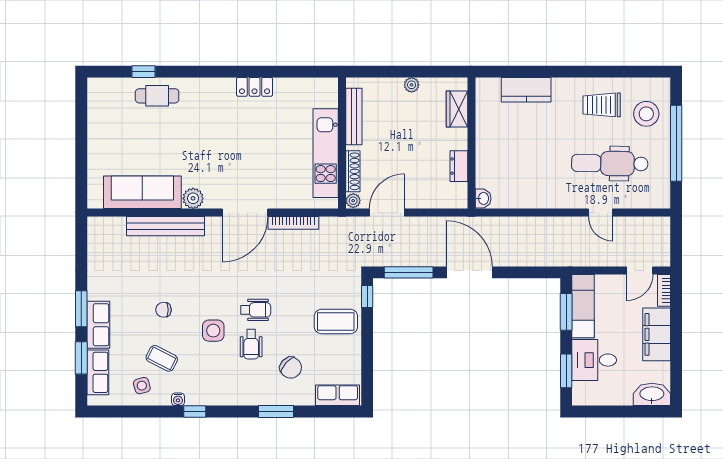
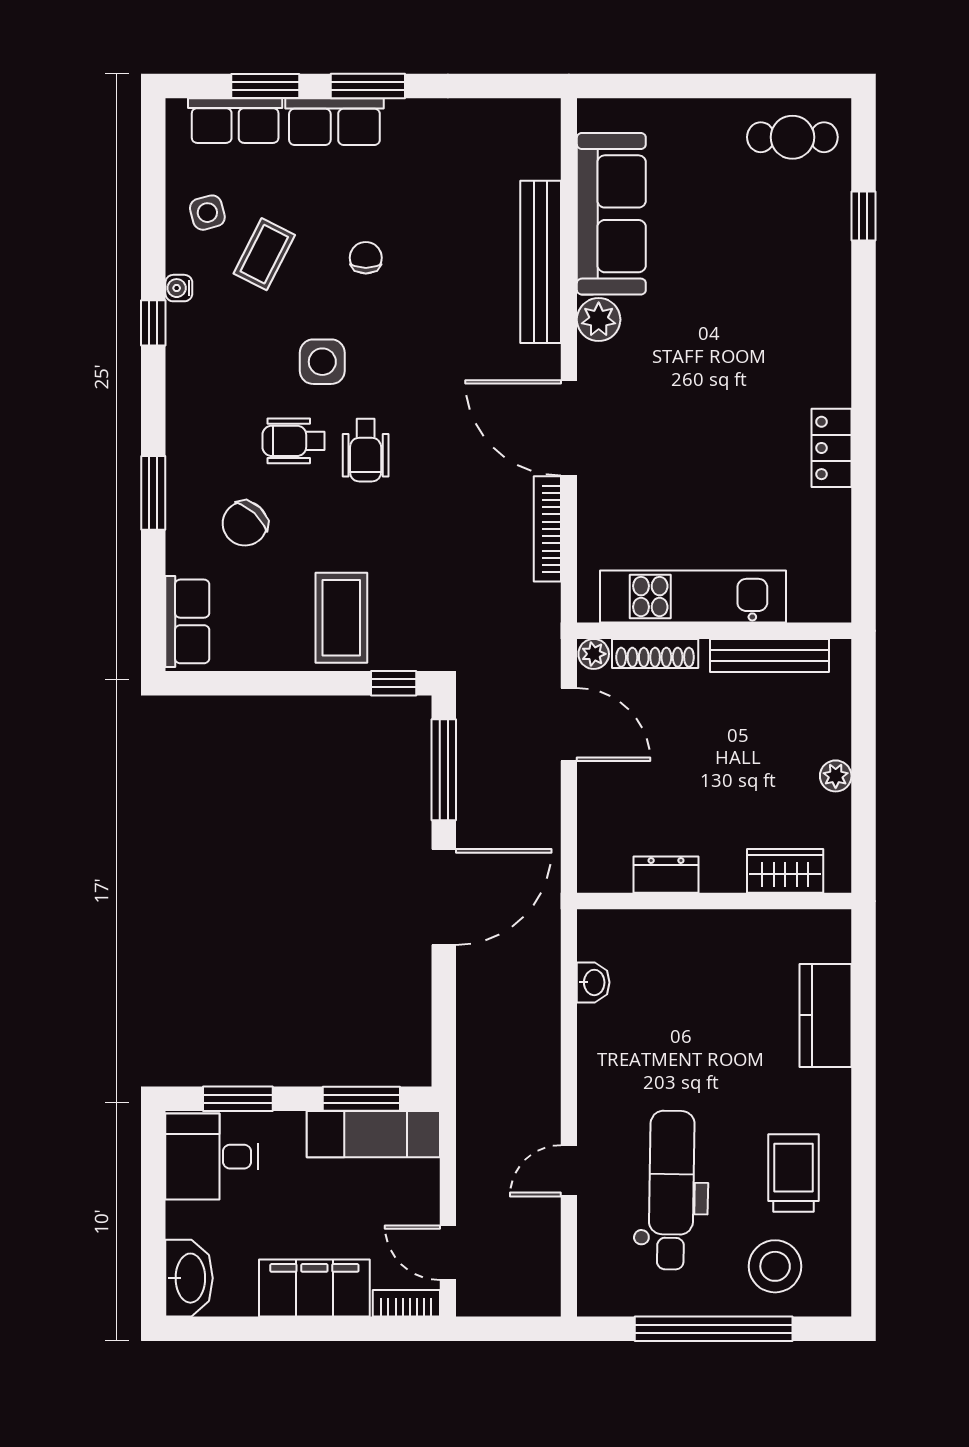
cafe table: (157, 96) -> (792, 137), moved, turned 90
washbasin: (483, 198) -> (593, 982), moved, turned -90
desk: (594, 360) -> (212, 1157), moved, turned -90

